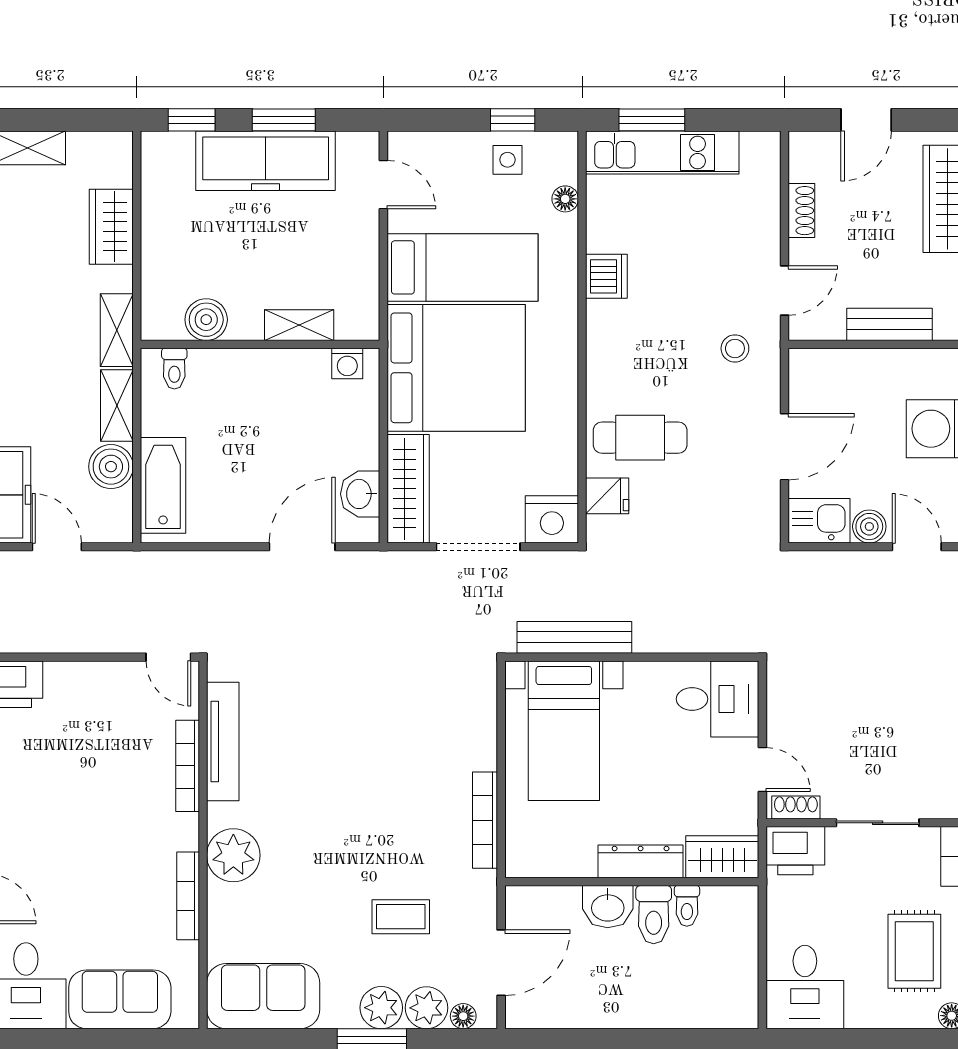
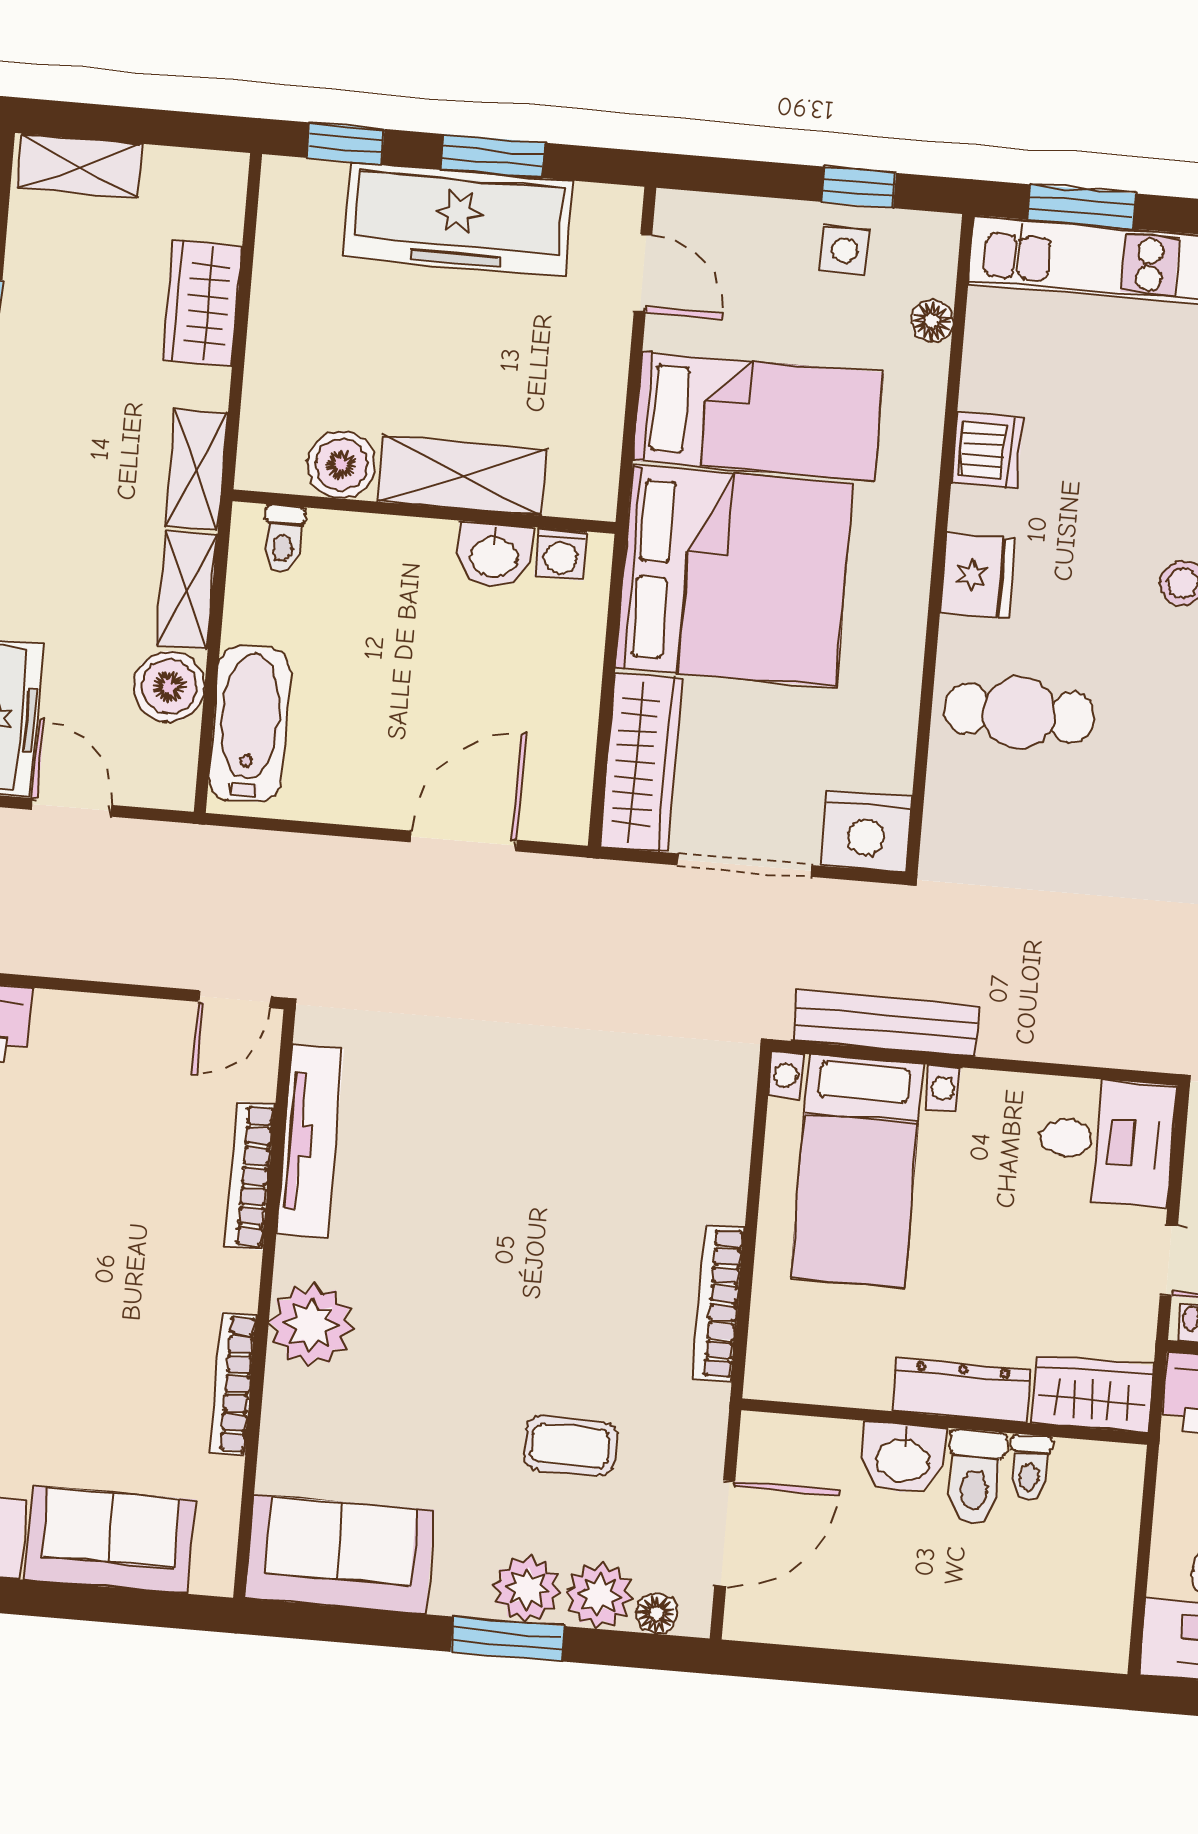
shelving: (299, 325) -> (462, 476), width x1.50, depth x1.33
washbasin: (360, 494) -> (494, 555), moved, turned -90
fridge: (607, 496) -> (978, 576), moved, width x1.38
door: (168, 657) -> (235, 999), hinge flipped

